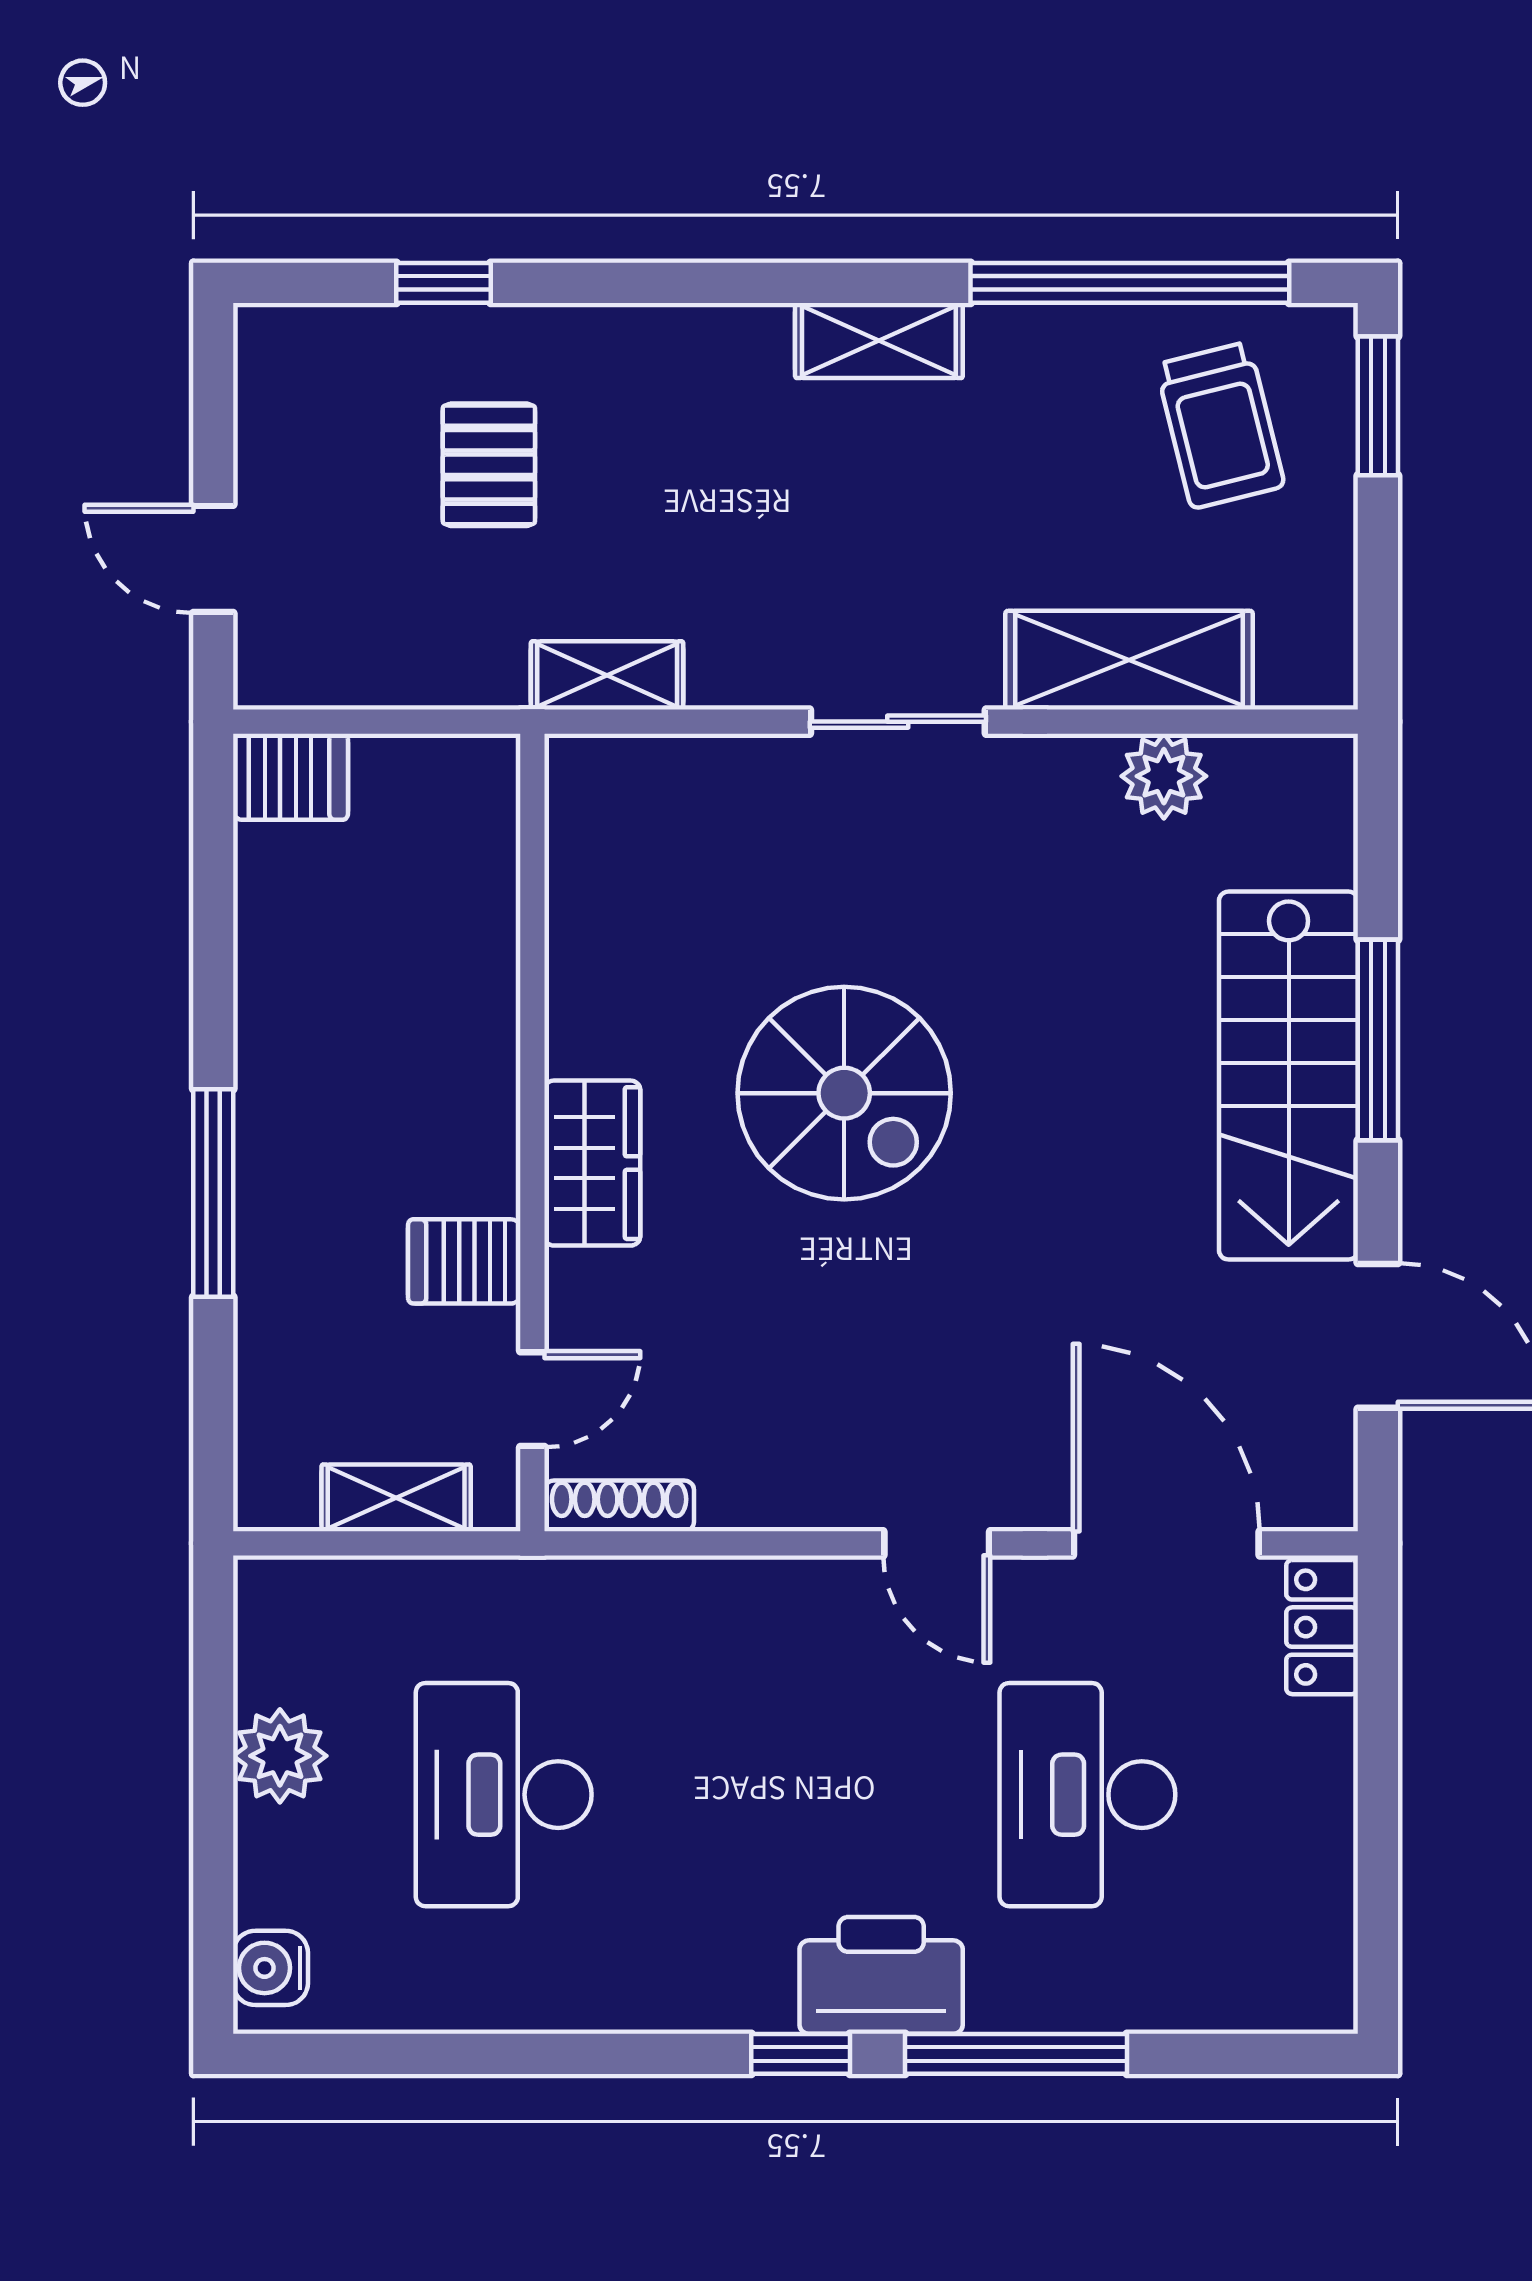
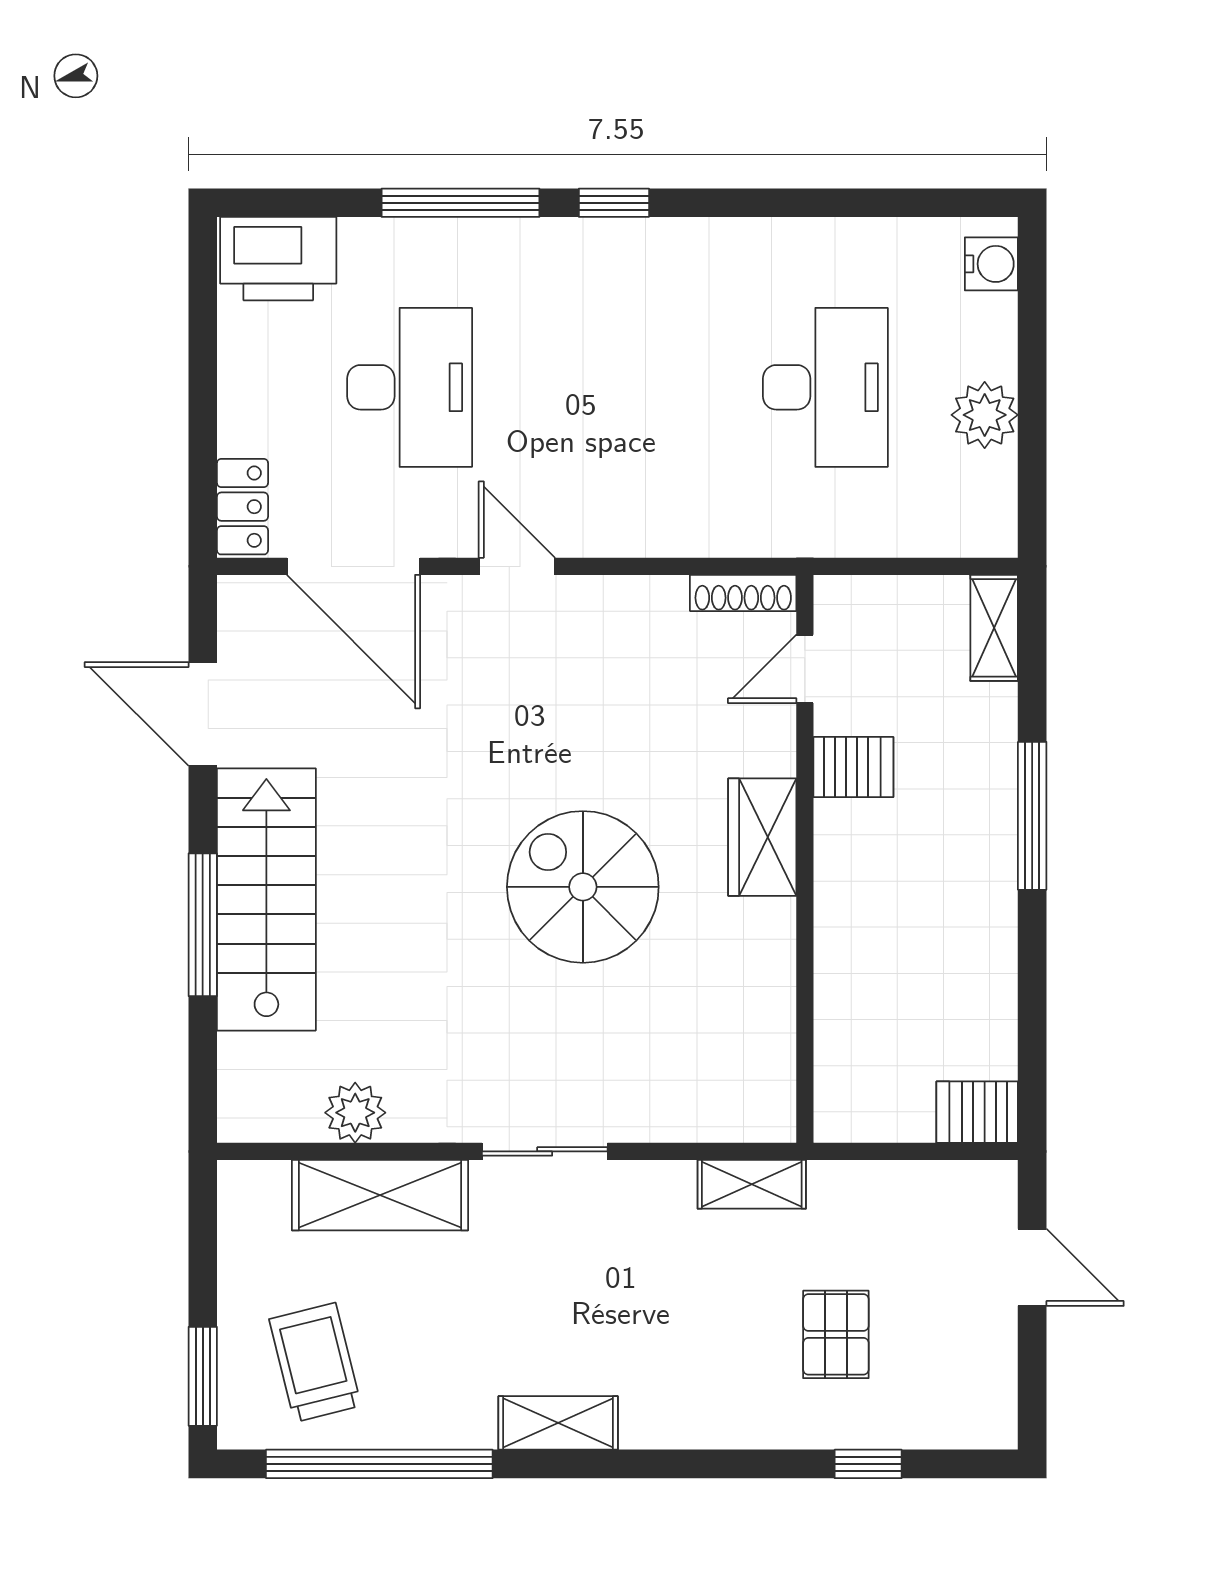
shelving: (396, 1498) -> (994, 628), moved, turned 90
printer: (881, 1975) -> (278, 259), moved

